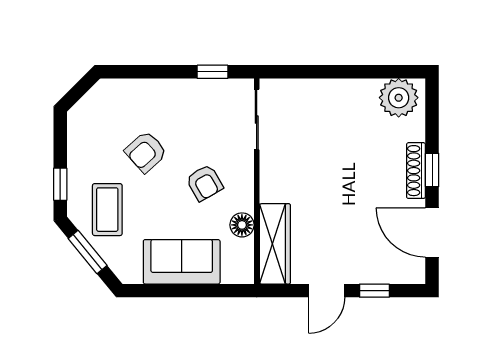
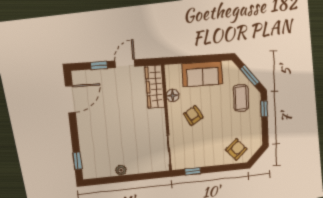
plant: (399, 98) -> (121, 170), moved, width x0.53, depth x0.53
armchair: (146, 152) -> (236, 149), moved
window: (432, 170) -> (77, 161), moved
shoe rack: (416, 171) -> (83, 131), removed
door: (432, 232) -> (70, 99), hinge flipped

